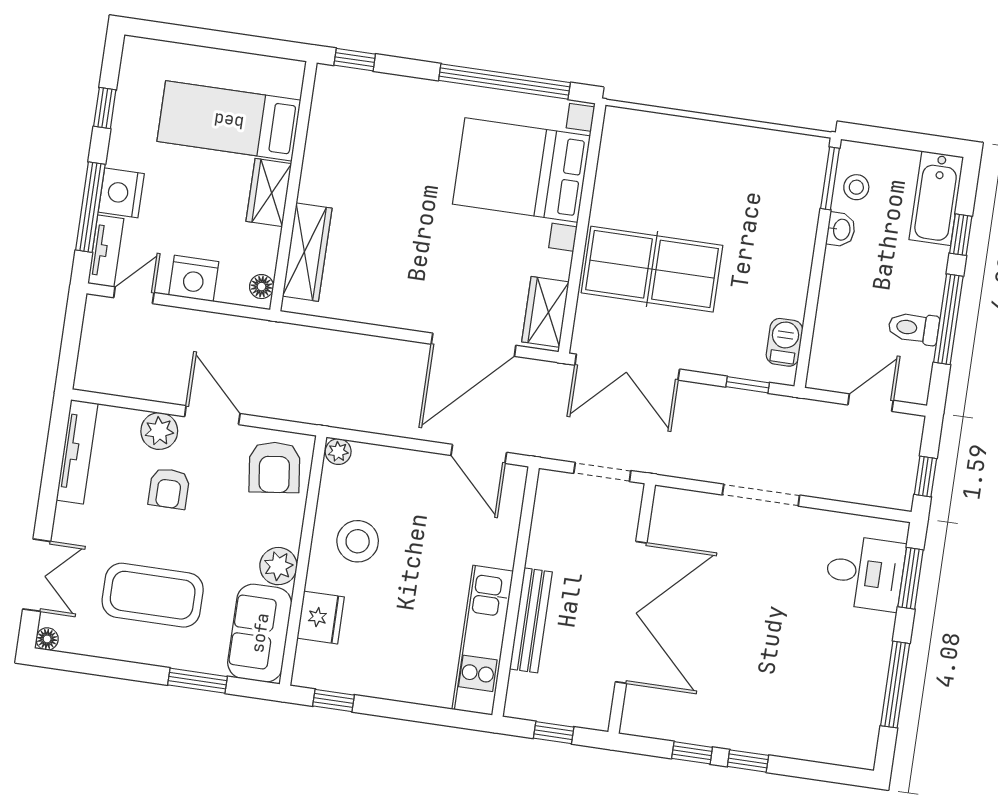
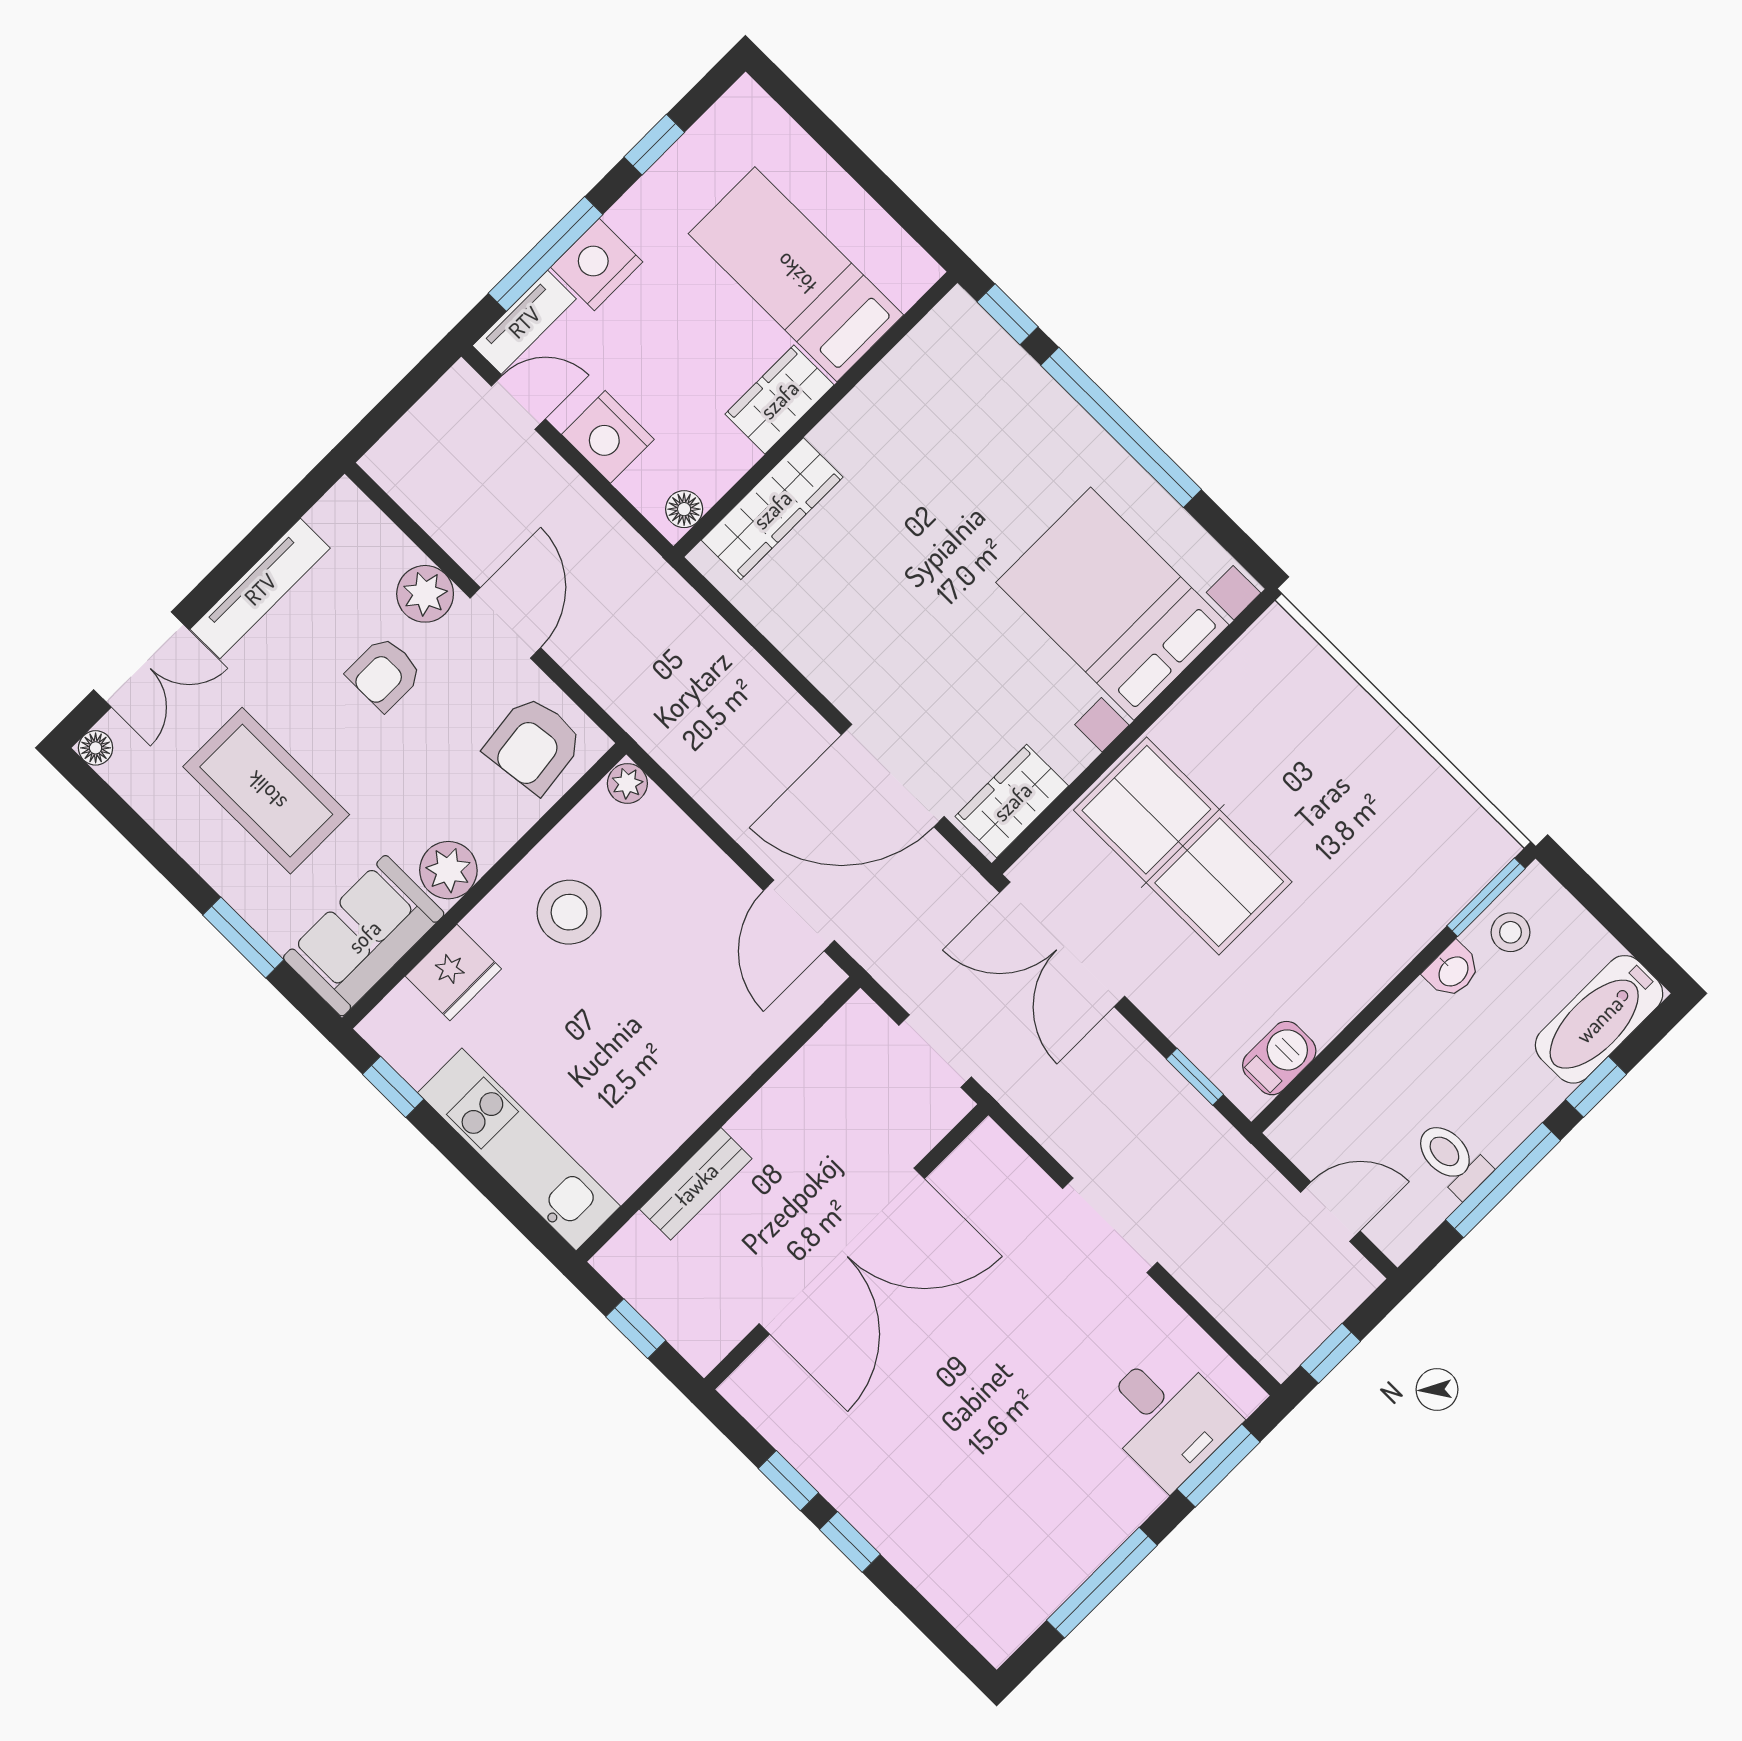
window: (504, 81) -> (1121, 427), moved
tv unit: (77, 452) -> (260, 589), moved
bench: (531, 620) -> (696, 1184), width x0.73
kitchen unit: (483, 640) -> (519, 1149), moved, turned 90

